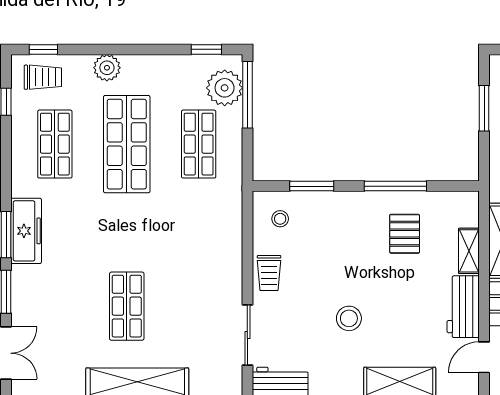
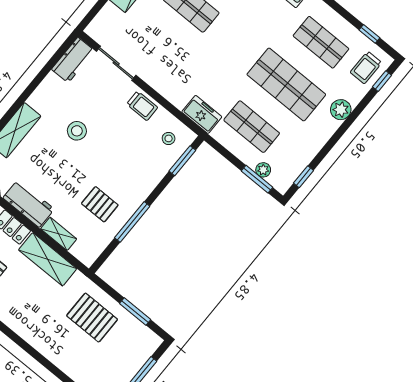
plant: (225, 88) -> (263, 170), width x0.53, depth x0.53
window: (247, 95) -> (257, 179), width x0.69
window: (312, 186) -> (182, 161), moved
freezer: (228, 205) -> (202, 114), added
trolley: (269, 273) -> (142, 106), turned 180

